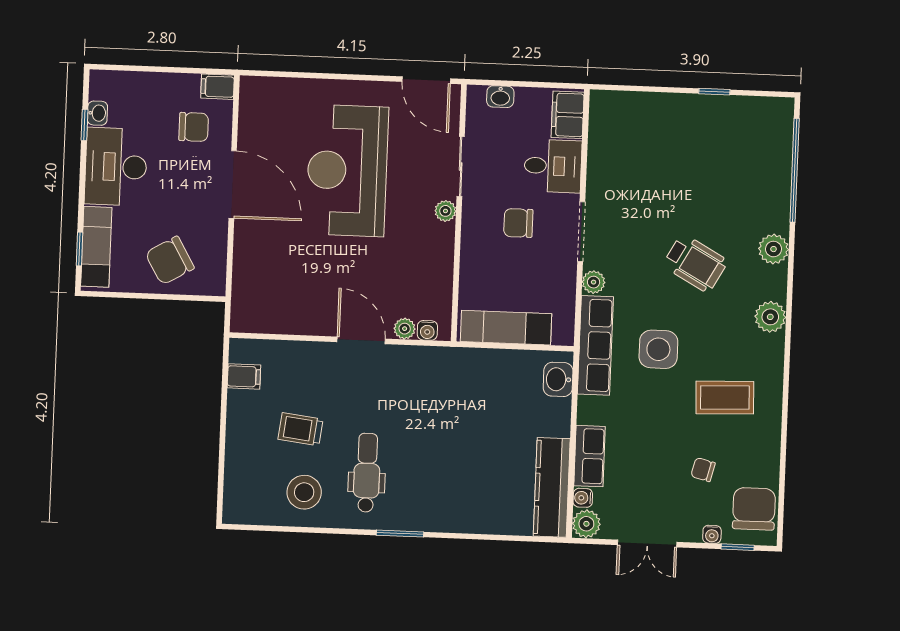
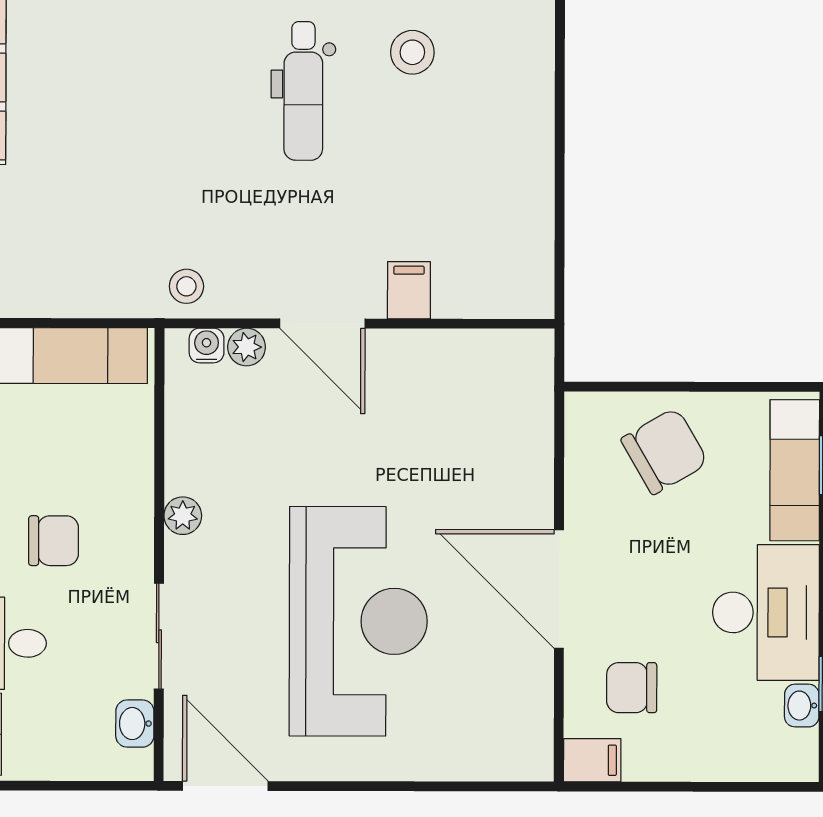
washbasin: (500, 97) -> (135, 724), moved, turned -90
plant: (445, 211) -> (183, 516), moved
stool: (437, 364) -> (186, 286), added
filing cabinet: (244, 376) -> (409, 290), moved, turned 90
trolley: (300, 429) -> (423, 163), removed
stool: (304, 492) -> (412, 52), width x0.73, depth x0.73

